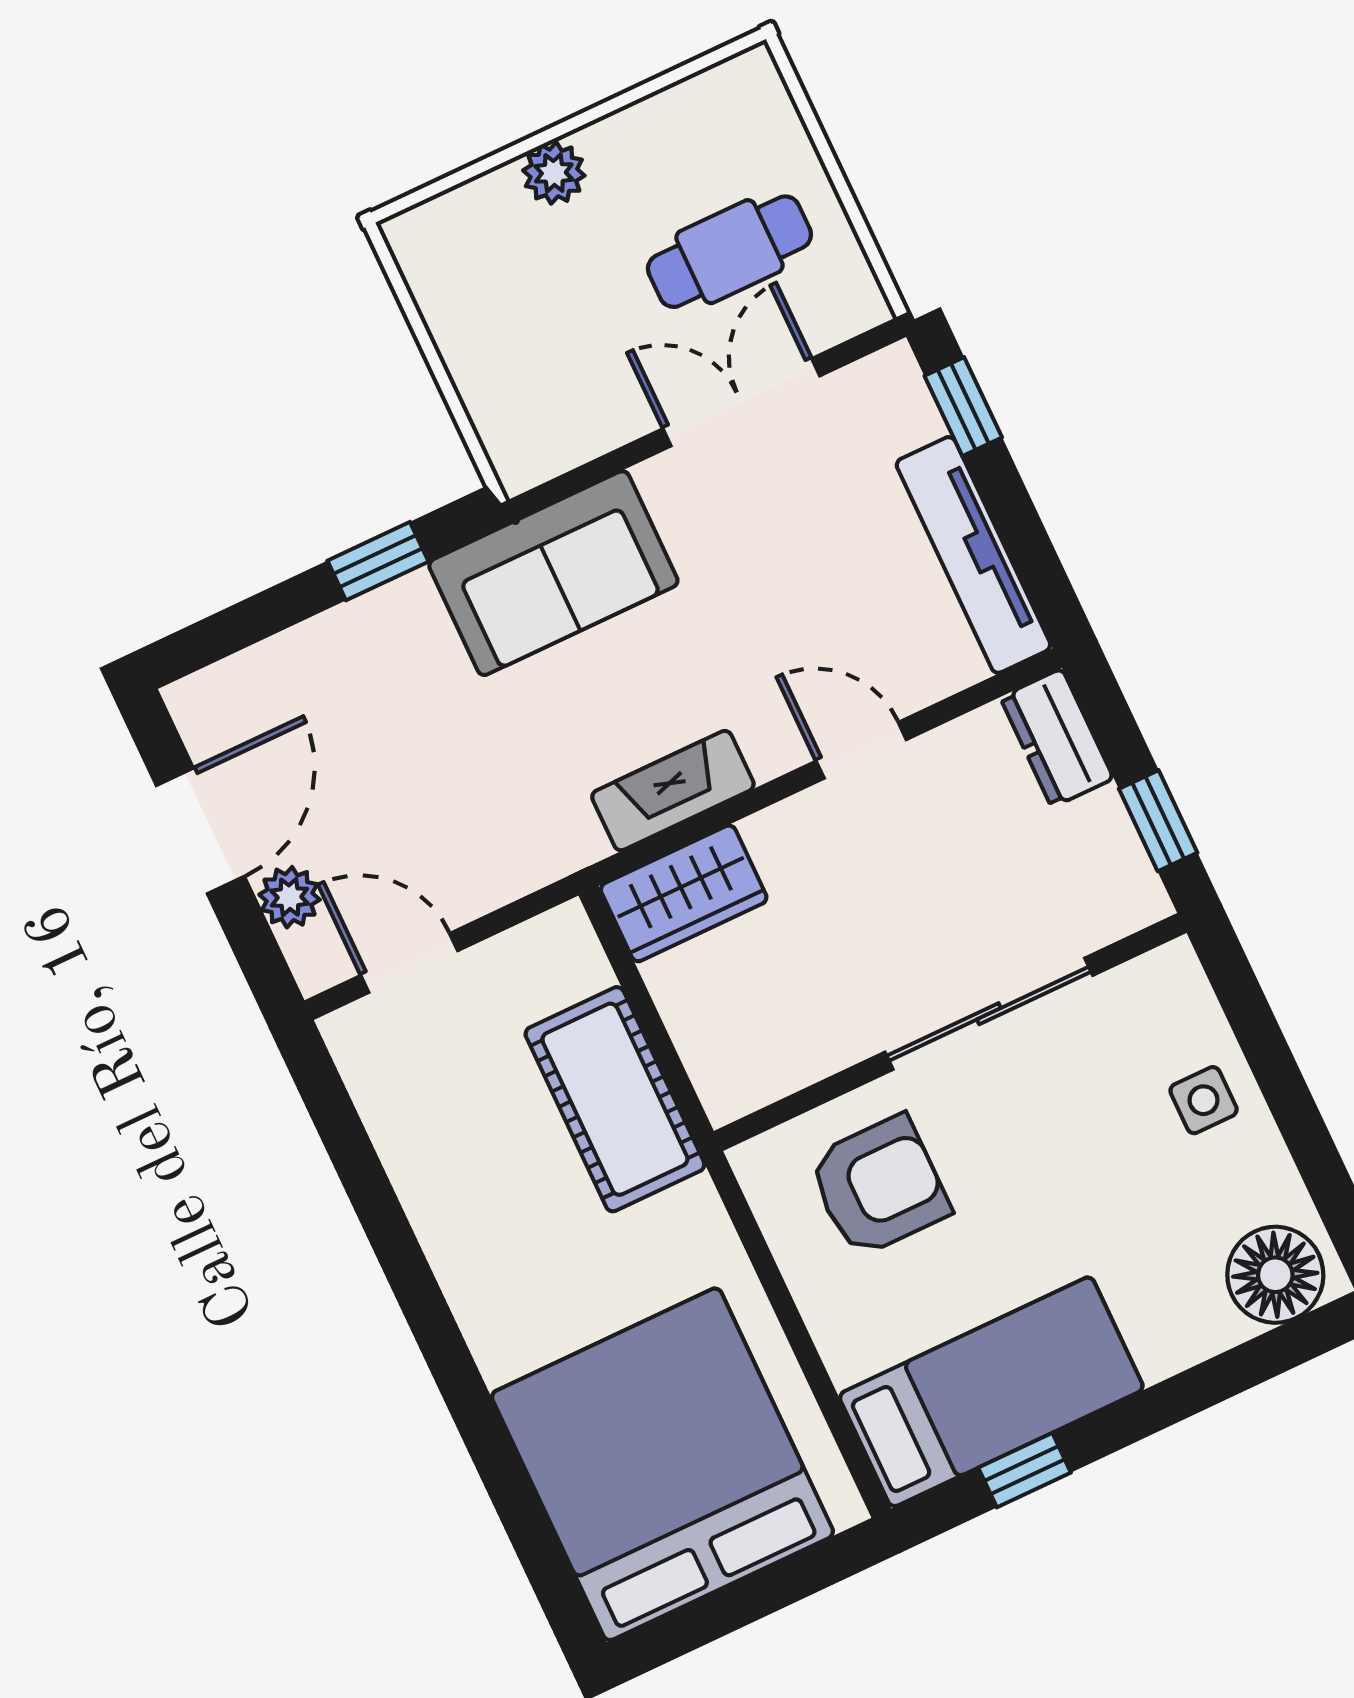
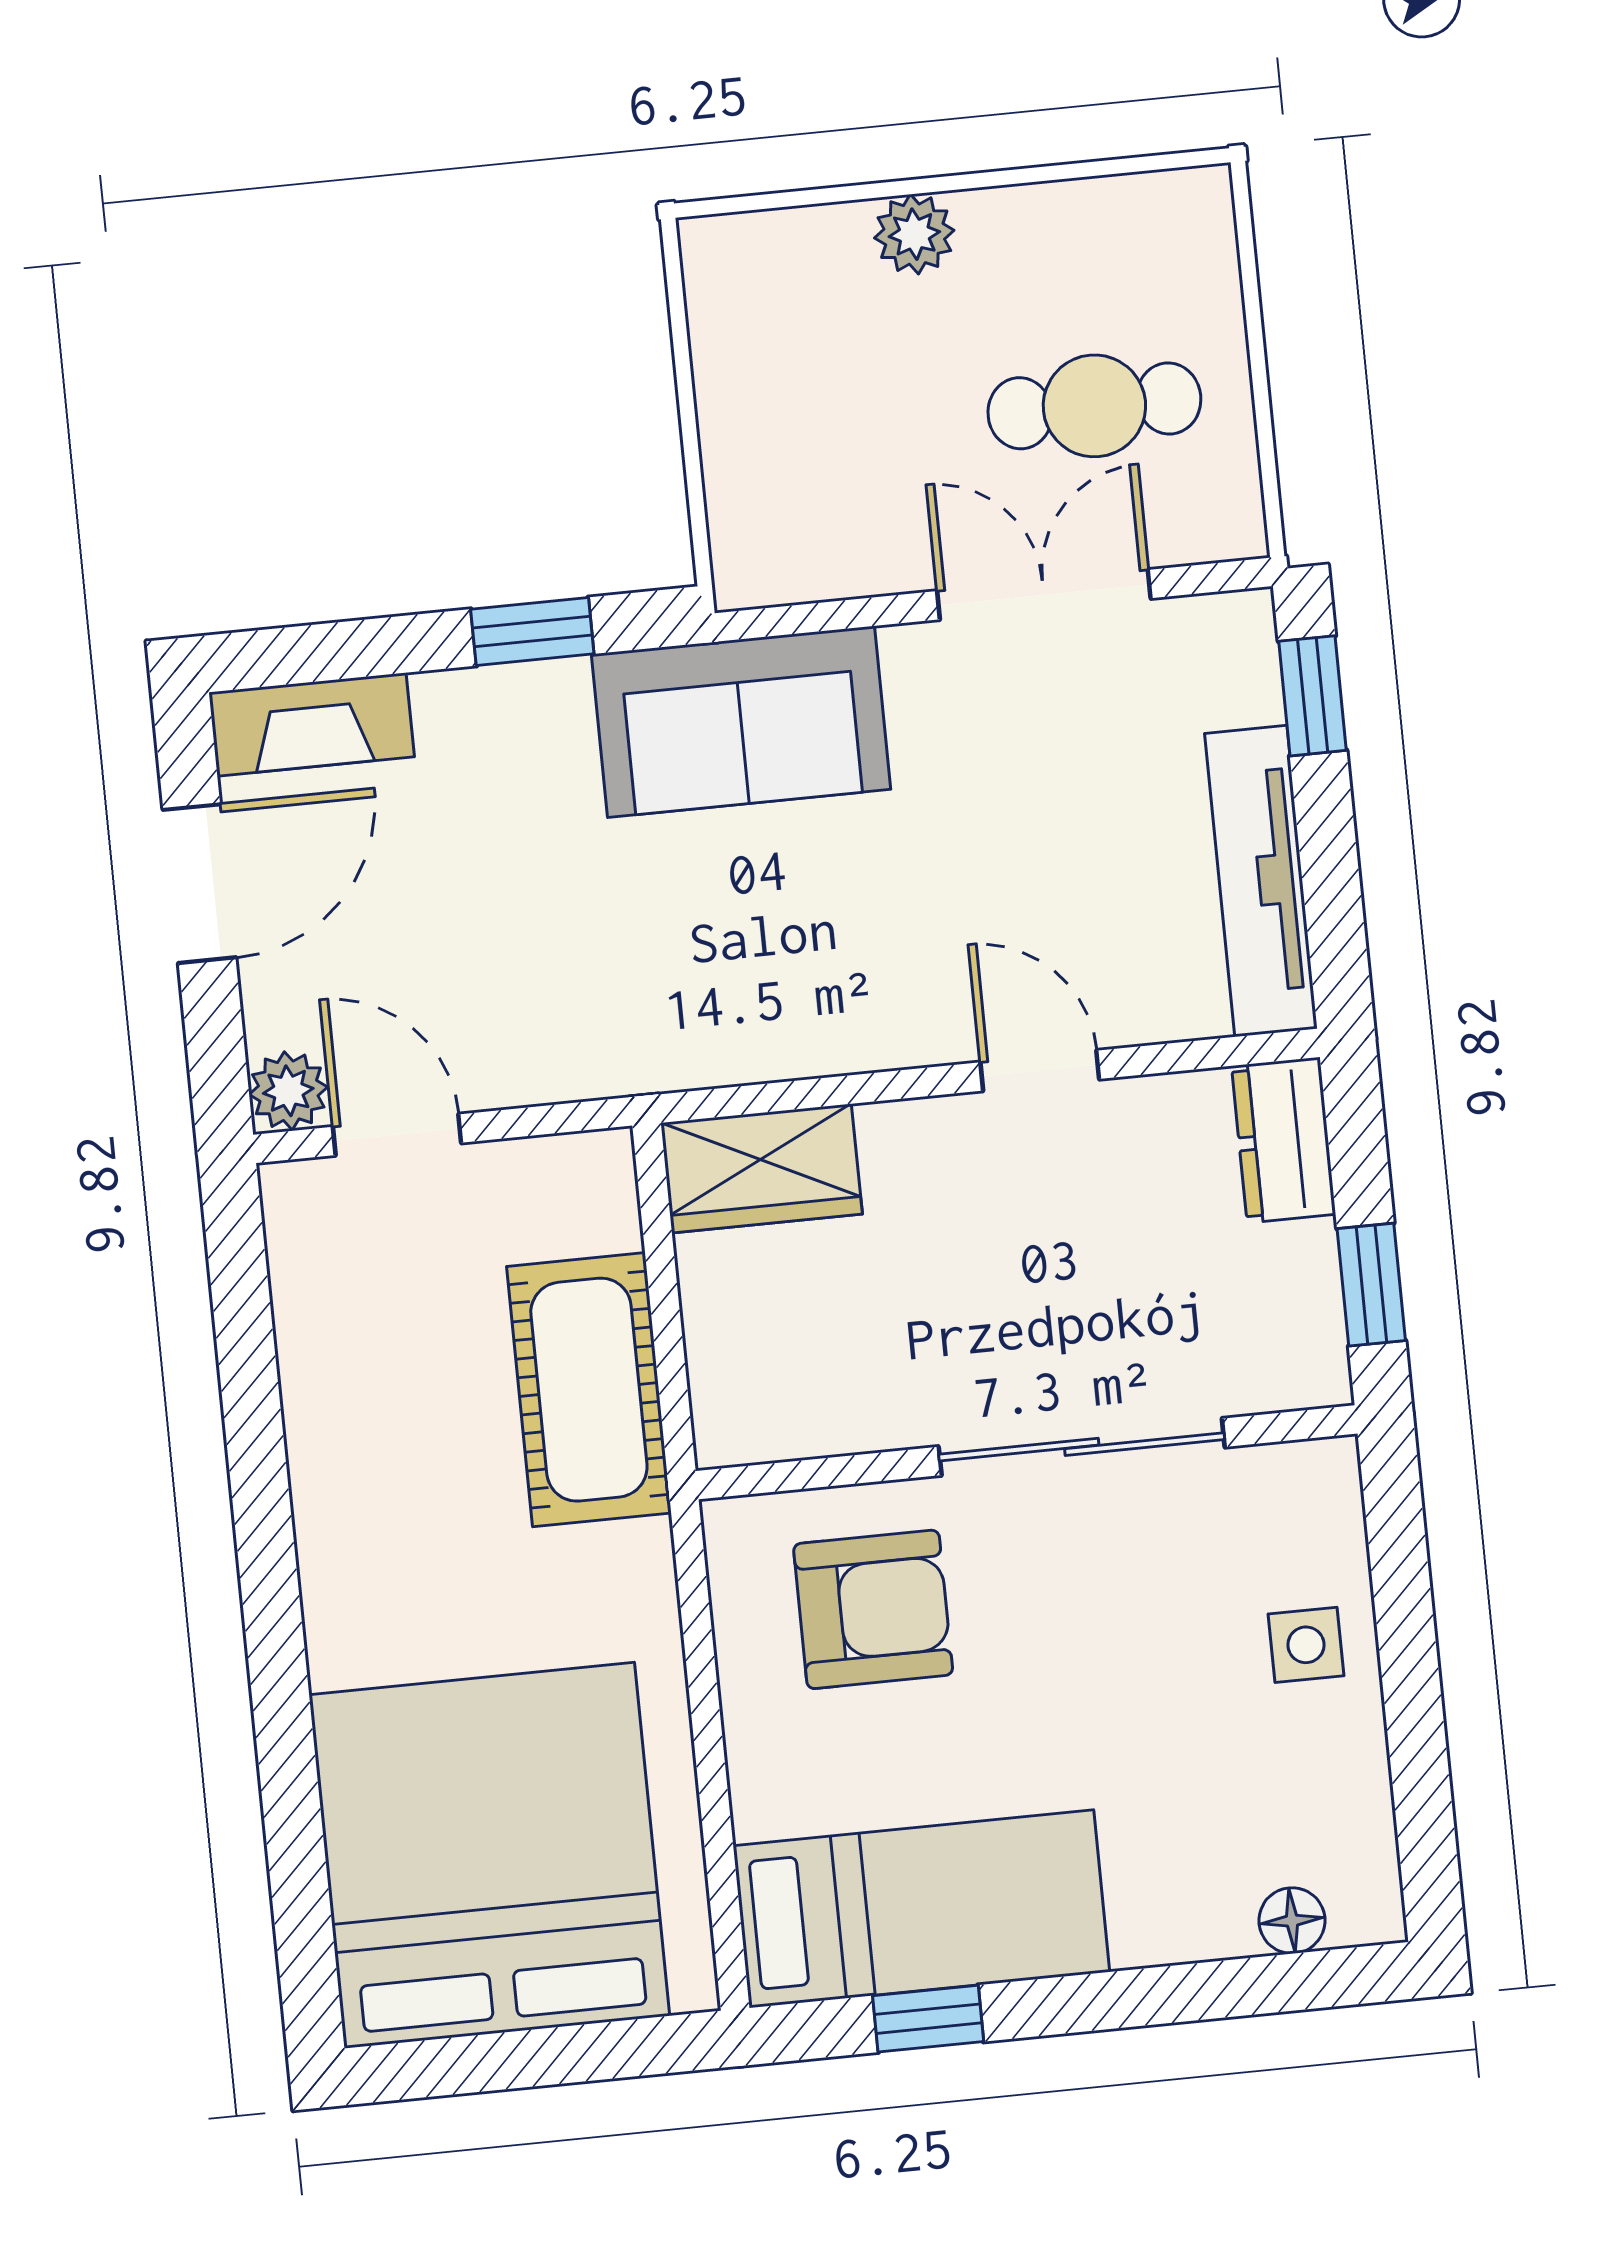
fireplace: (673, 791) -> (312, 725), moved, turned 180
plant: (290, 897) -> (288, 1091), moved
floor lamp: (1275, 1275) -> (1292, 1921), width x0.53, depth x0.53

